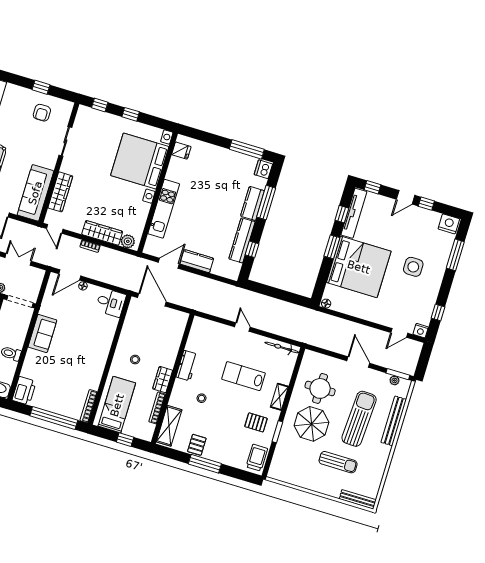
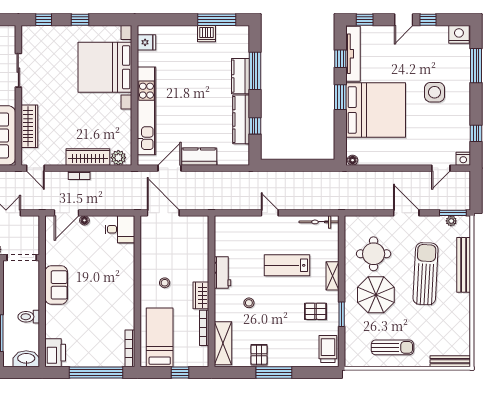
dishwasher: (263, 169) -> (207, 34), moved, turned -90
kitchen unit: (164, 209) -> (146, 111), width x1.36
sun lounger: (338, 462) -> (392, 347), moved

